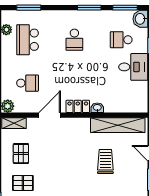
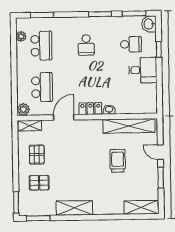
school desk: (28, 40) -> (41, 46), turned 180
school desk: (121, 40) -> (131, 44), turned 180
school desk: (28, 83) -> (42, 87), width x1.85

